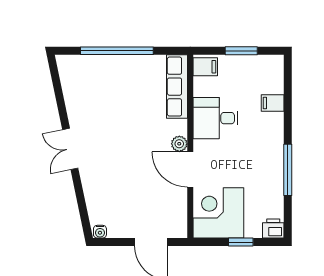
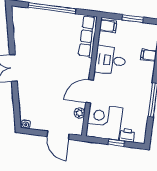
plant: (179, 144) -> (80, 113), moved
door: (190, 170) -> (90, 91), hinge flipped
printer: (273, 229) -> (127, 135), moved

